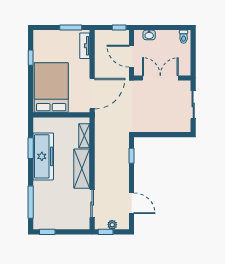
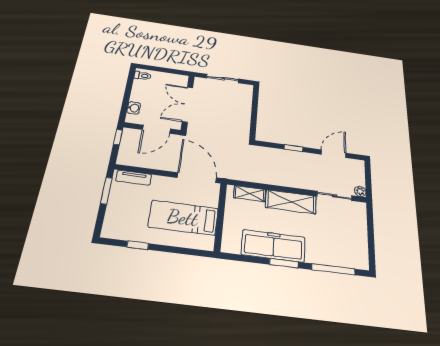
bed: (51, 87) -> (183, 218), width x0.67
window: (31, 148) -> (284, 263), moved
window: (132, 156) -> (294, 148), moved
plant: (112, 225) -> (360, 191), moved
window: (47, 232) -> (372, 253), removed
window: (106, 232) -> (368, 186), removed

